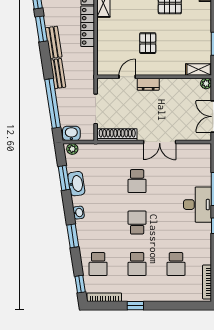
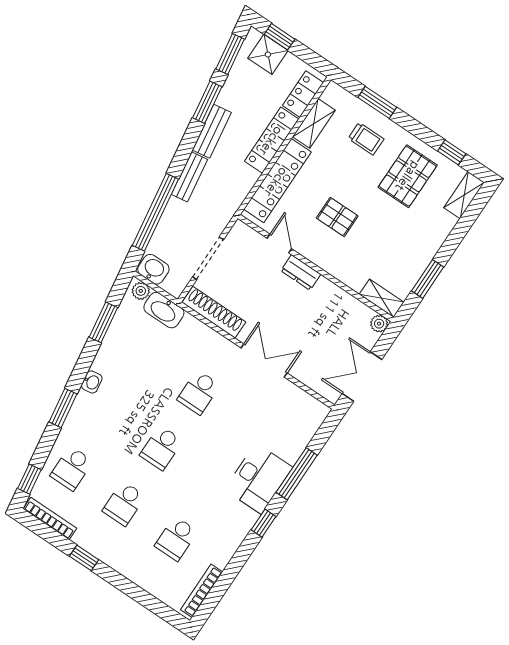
pallet: (148, 43) -> (337, 217), turned 90
locker: (104, 45) -> (277, 181), added
door: (127, 77) -> (279, 244), hinge flipped
double door: (160, 142) -> (264, 361), swing flipped
washbasin: (76, 184) -> (164, 310), moved, turned 99
school desk: (137, 223) -> (161, 448), turned 180

